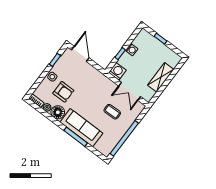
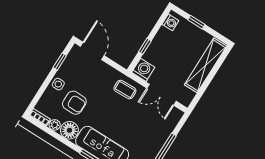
washing machine: (132, 50) -> (170, 22), moved
shelving: (161, 77) -> (206, 65), width x1.47
coffee table: (112, 112) -> (125, 90), moved

